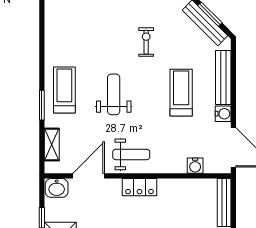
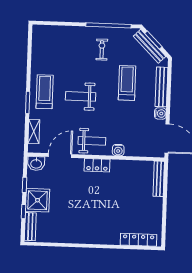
exercise bike: (146, 42) -> (102, 50), moved
treadmill: (181, 93) -> (127, 83), moved
weight bench: (114, 94) -> (81, 96), turned -90
water cooler: (195, 166) -> (118, 150), moved

